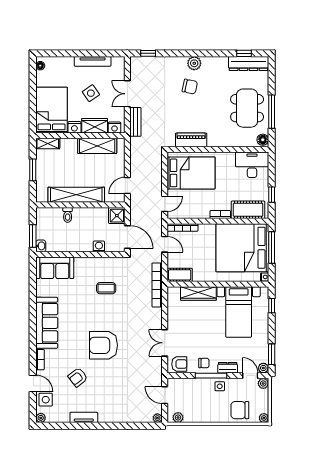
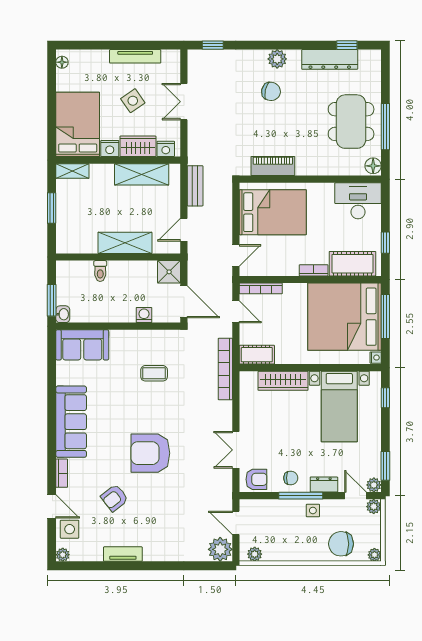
dresser: (249, 64) -> (330, 59), moved
bench: (135, 122) -> (195, 186), moved
shelving: (76, 195) -> (125, 243), width x0.68
plant: (157, 418) -> (220, 549), width x1.87, depth x1.87

